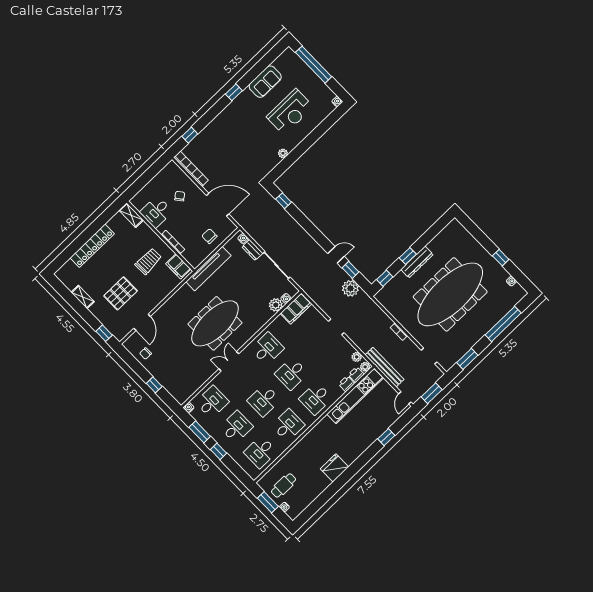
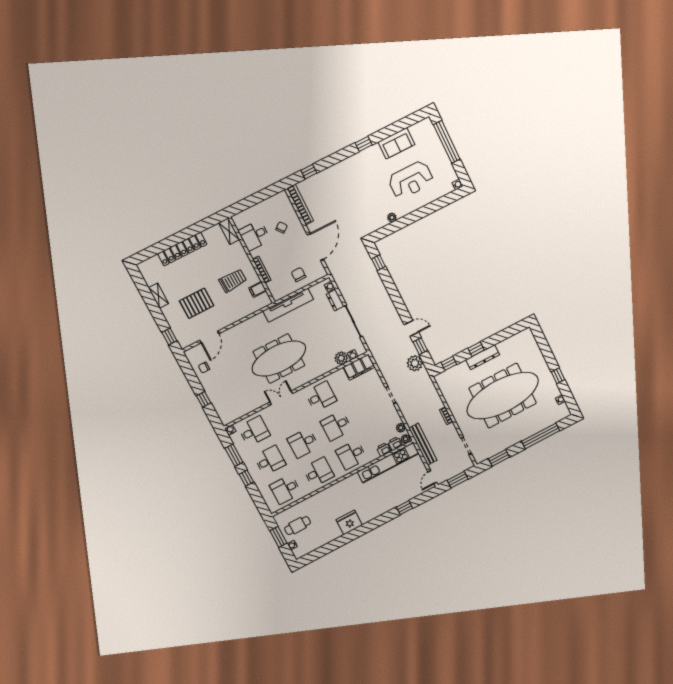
door: (218, 205) -> (315, 247), hinge flipped
filing cabinet: (178, 266) -> (258, 289), width x0.50

